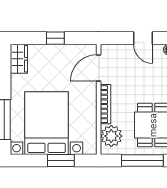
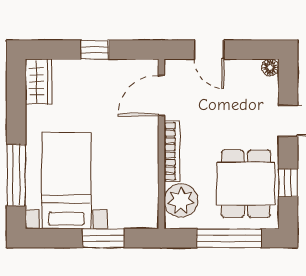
door: (143, 38) -> (209, 50), moved
bed with nightstands: (47, 123) -> (66, 181), width x0.73

